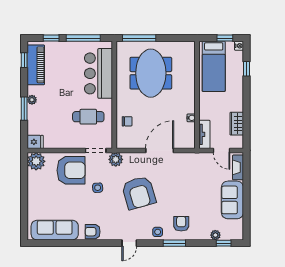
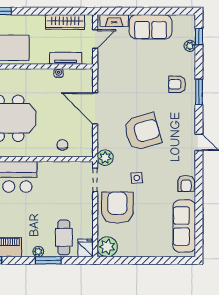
cafe table: (88, 117) -> (64, 237), moved
wardrobe: (237, 124) -> (65, 22), width x1.50
tv unit: (204, 134) -> (66, 58), moved
side table: (158, 232) -> (186, 111), removed

